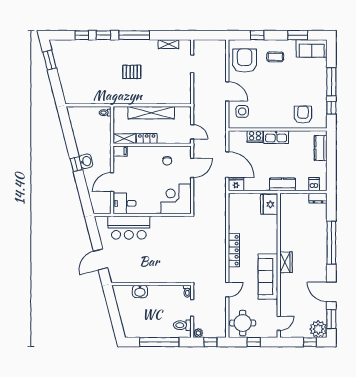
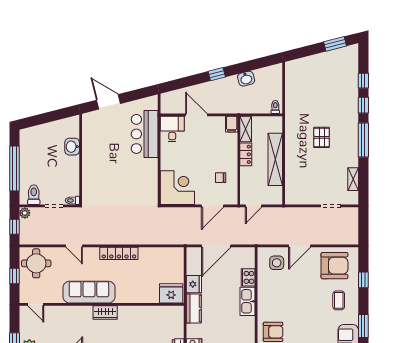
washbasin: (86, 161) -> (246, 79), moved
door: (192, 168) -> (212, 206), hinge flipped
fridge: (236, 184) -> (194, 284), moved

